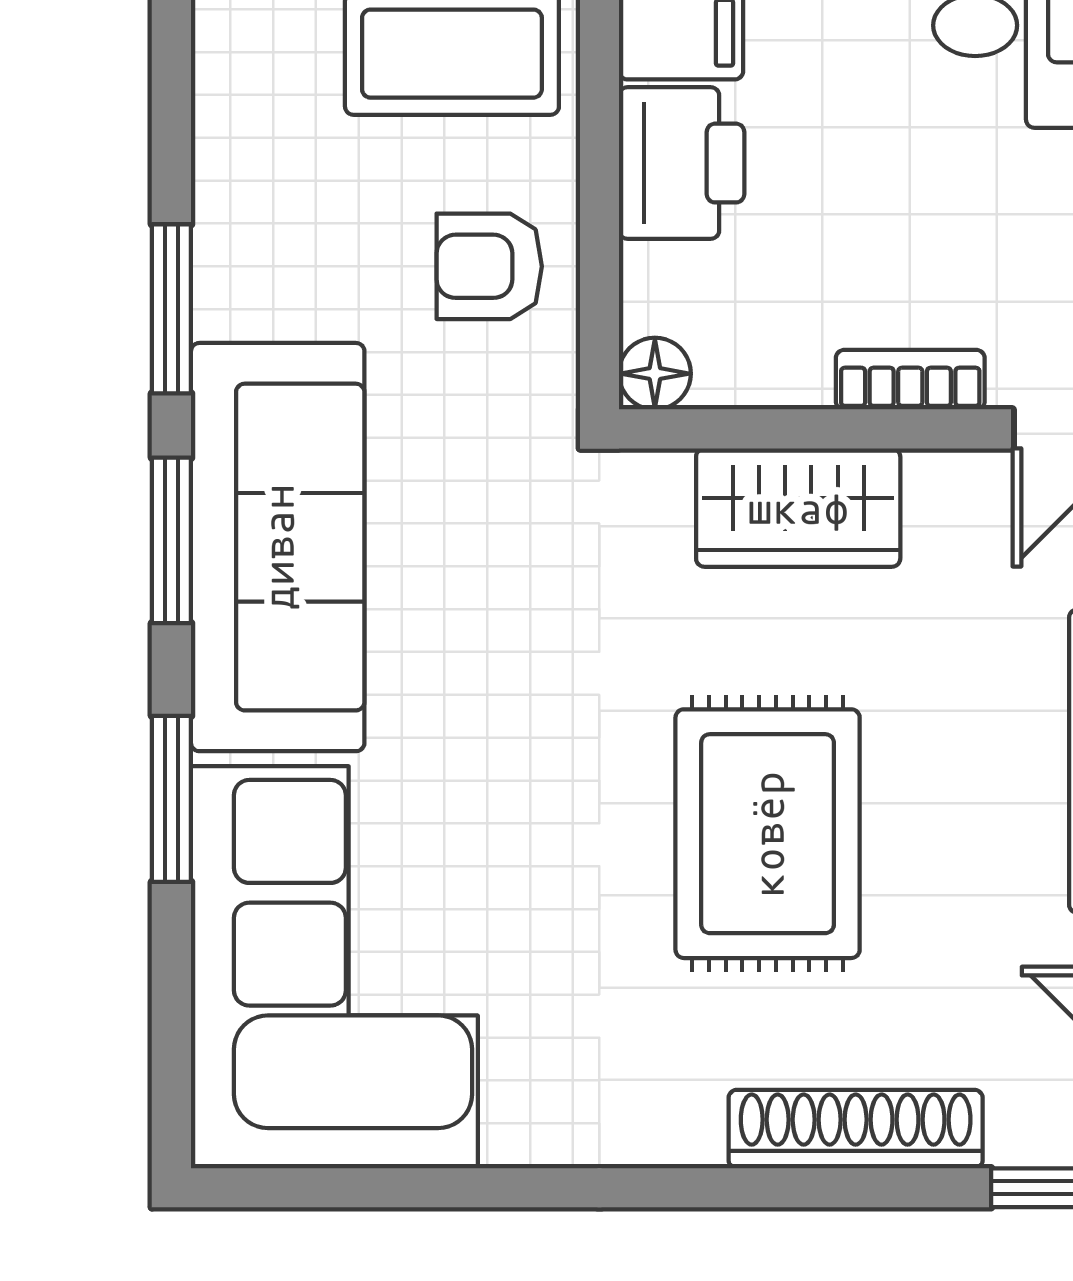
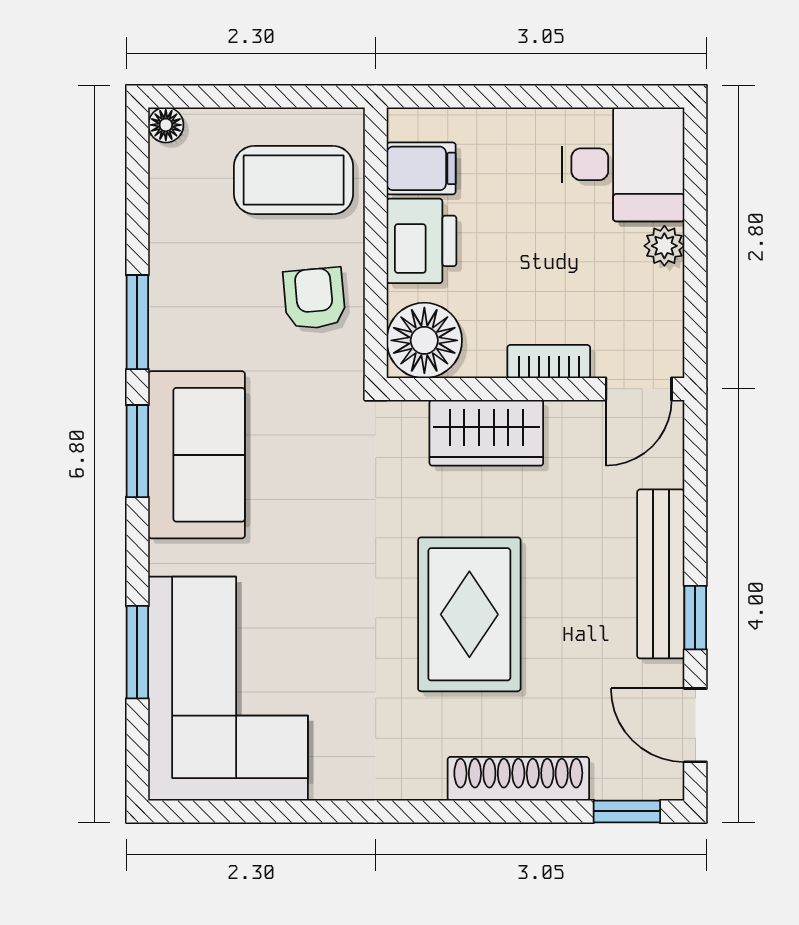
armchair: (489, 266) -> (314, 298), turned 85
floor lamp: (655, 374) -> (424, 340), width x1.89, depth x1.89
sofa: (278, 547) -> (197, 455), width x0.73
window: (171, 799) -> (137, 652), moved

